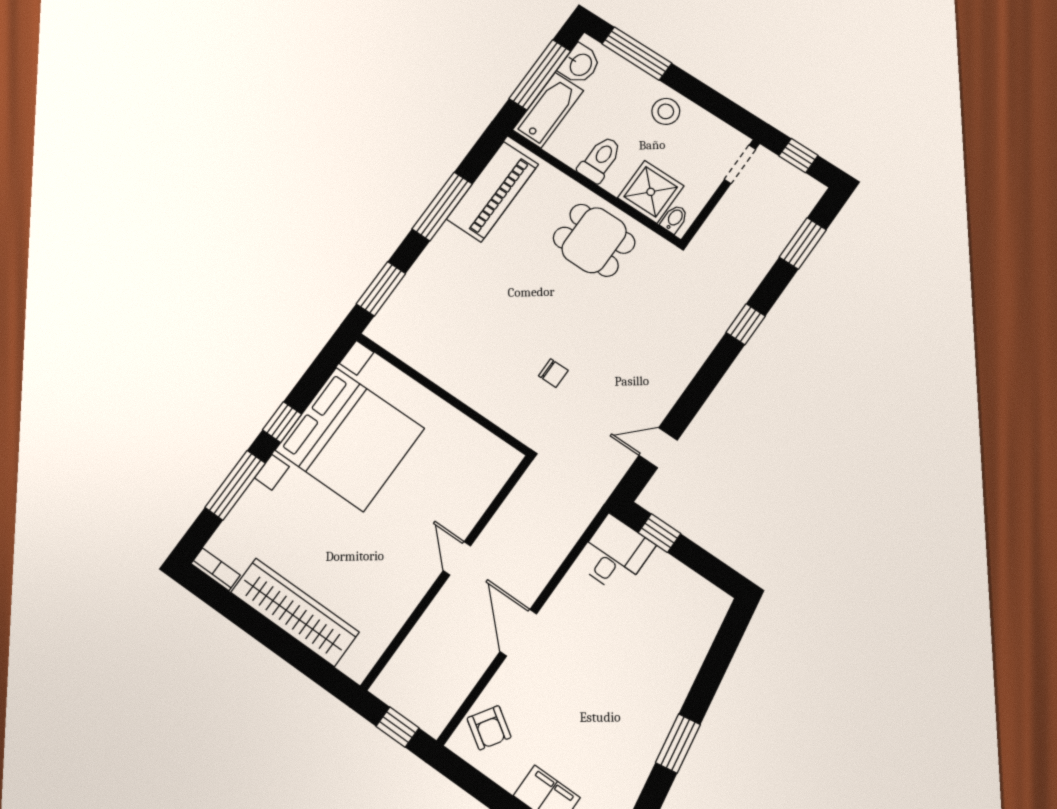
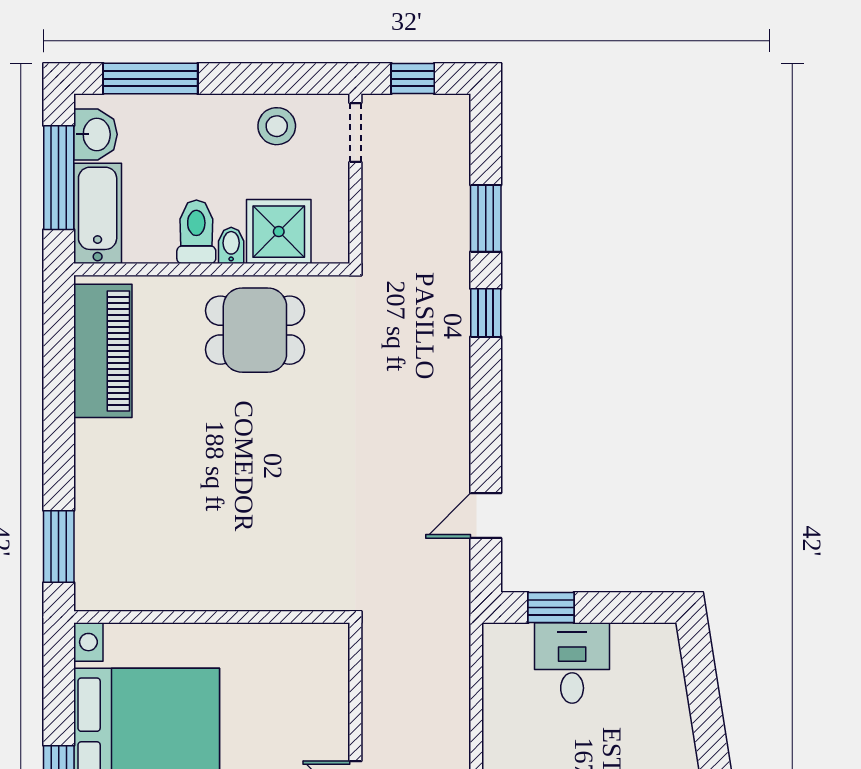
stool: (666, 111) -> (277, 126), moved
window: (442, 206) -> (59, 406), removed
bidet: (674, 219) -> (231, 245), moved
window: (803, 243) -> (486, 218), moved
chair: (553, 373) -> (316, 511), removed
desk: (615, 554) -> (572, 663), moved

